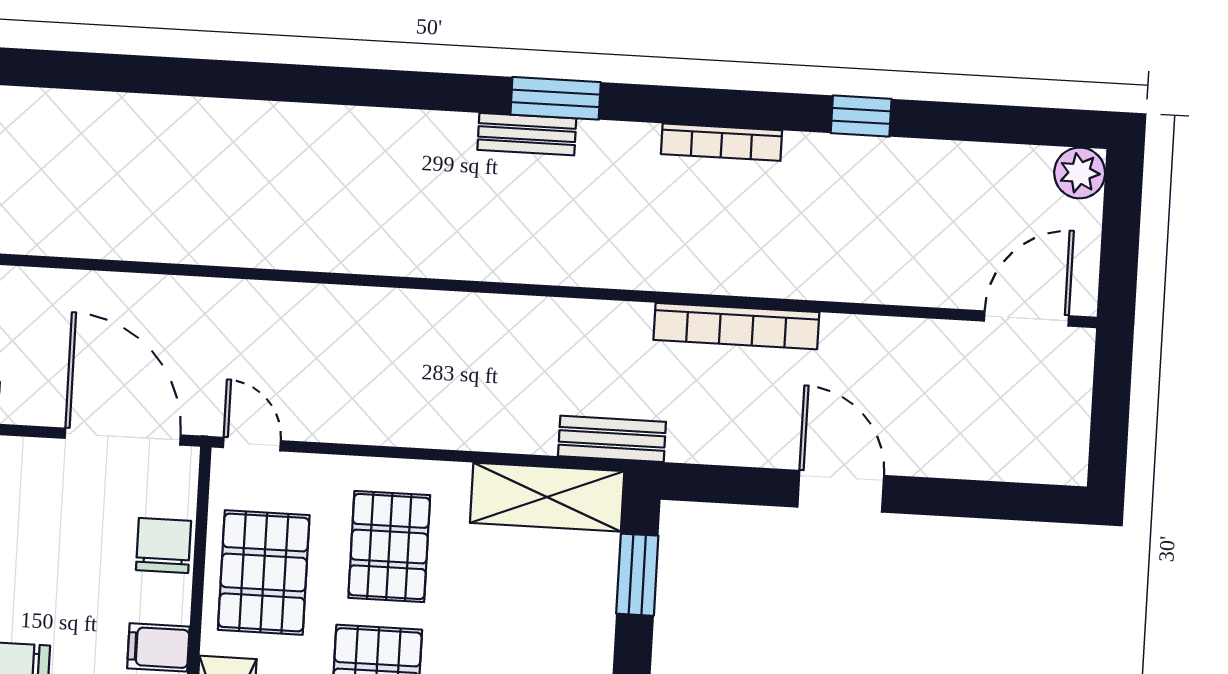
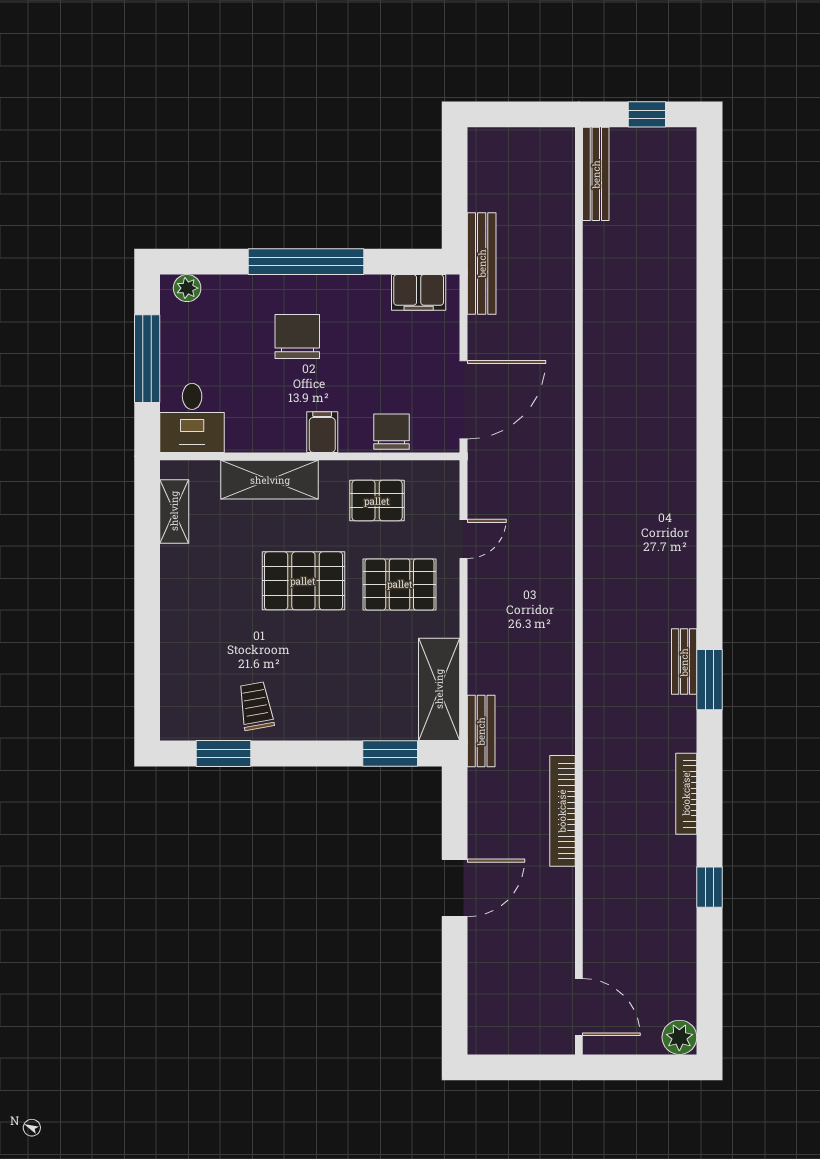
door: (252, 444) -> (464, 539), moved
chair: (164, 545) -> (391, 432), turned -90
pallet: (264, 572) -> (377, 501), width x0.67, depth x0.71

